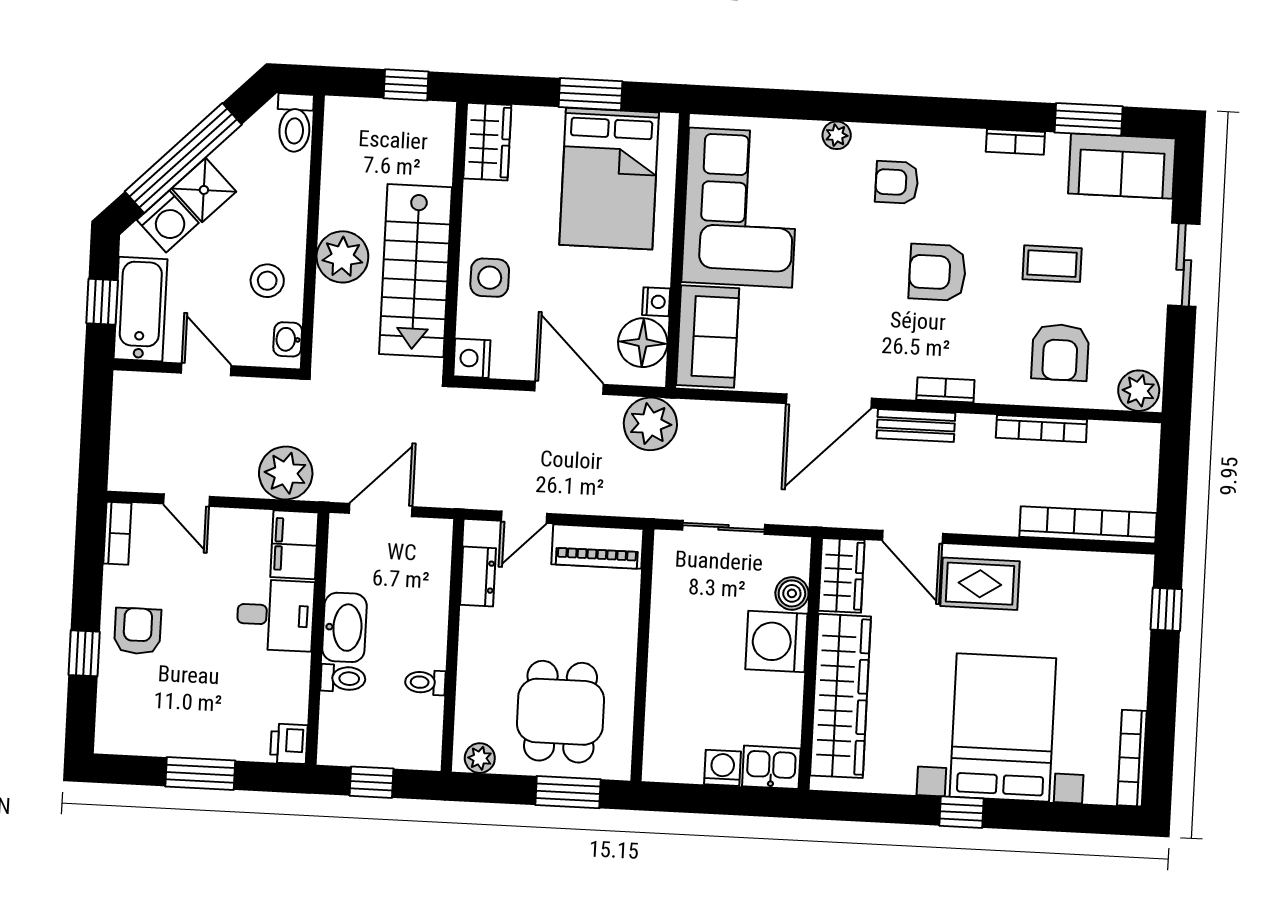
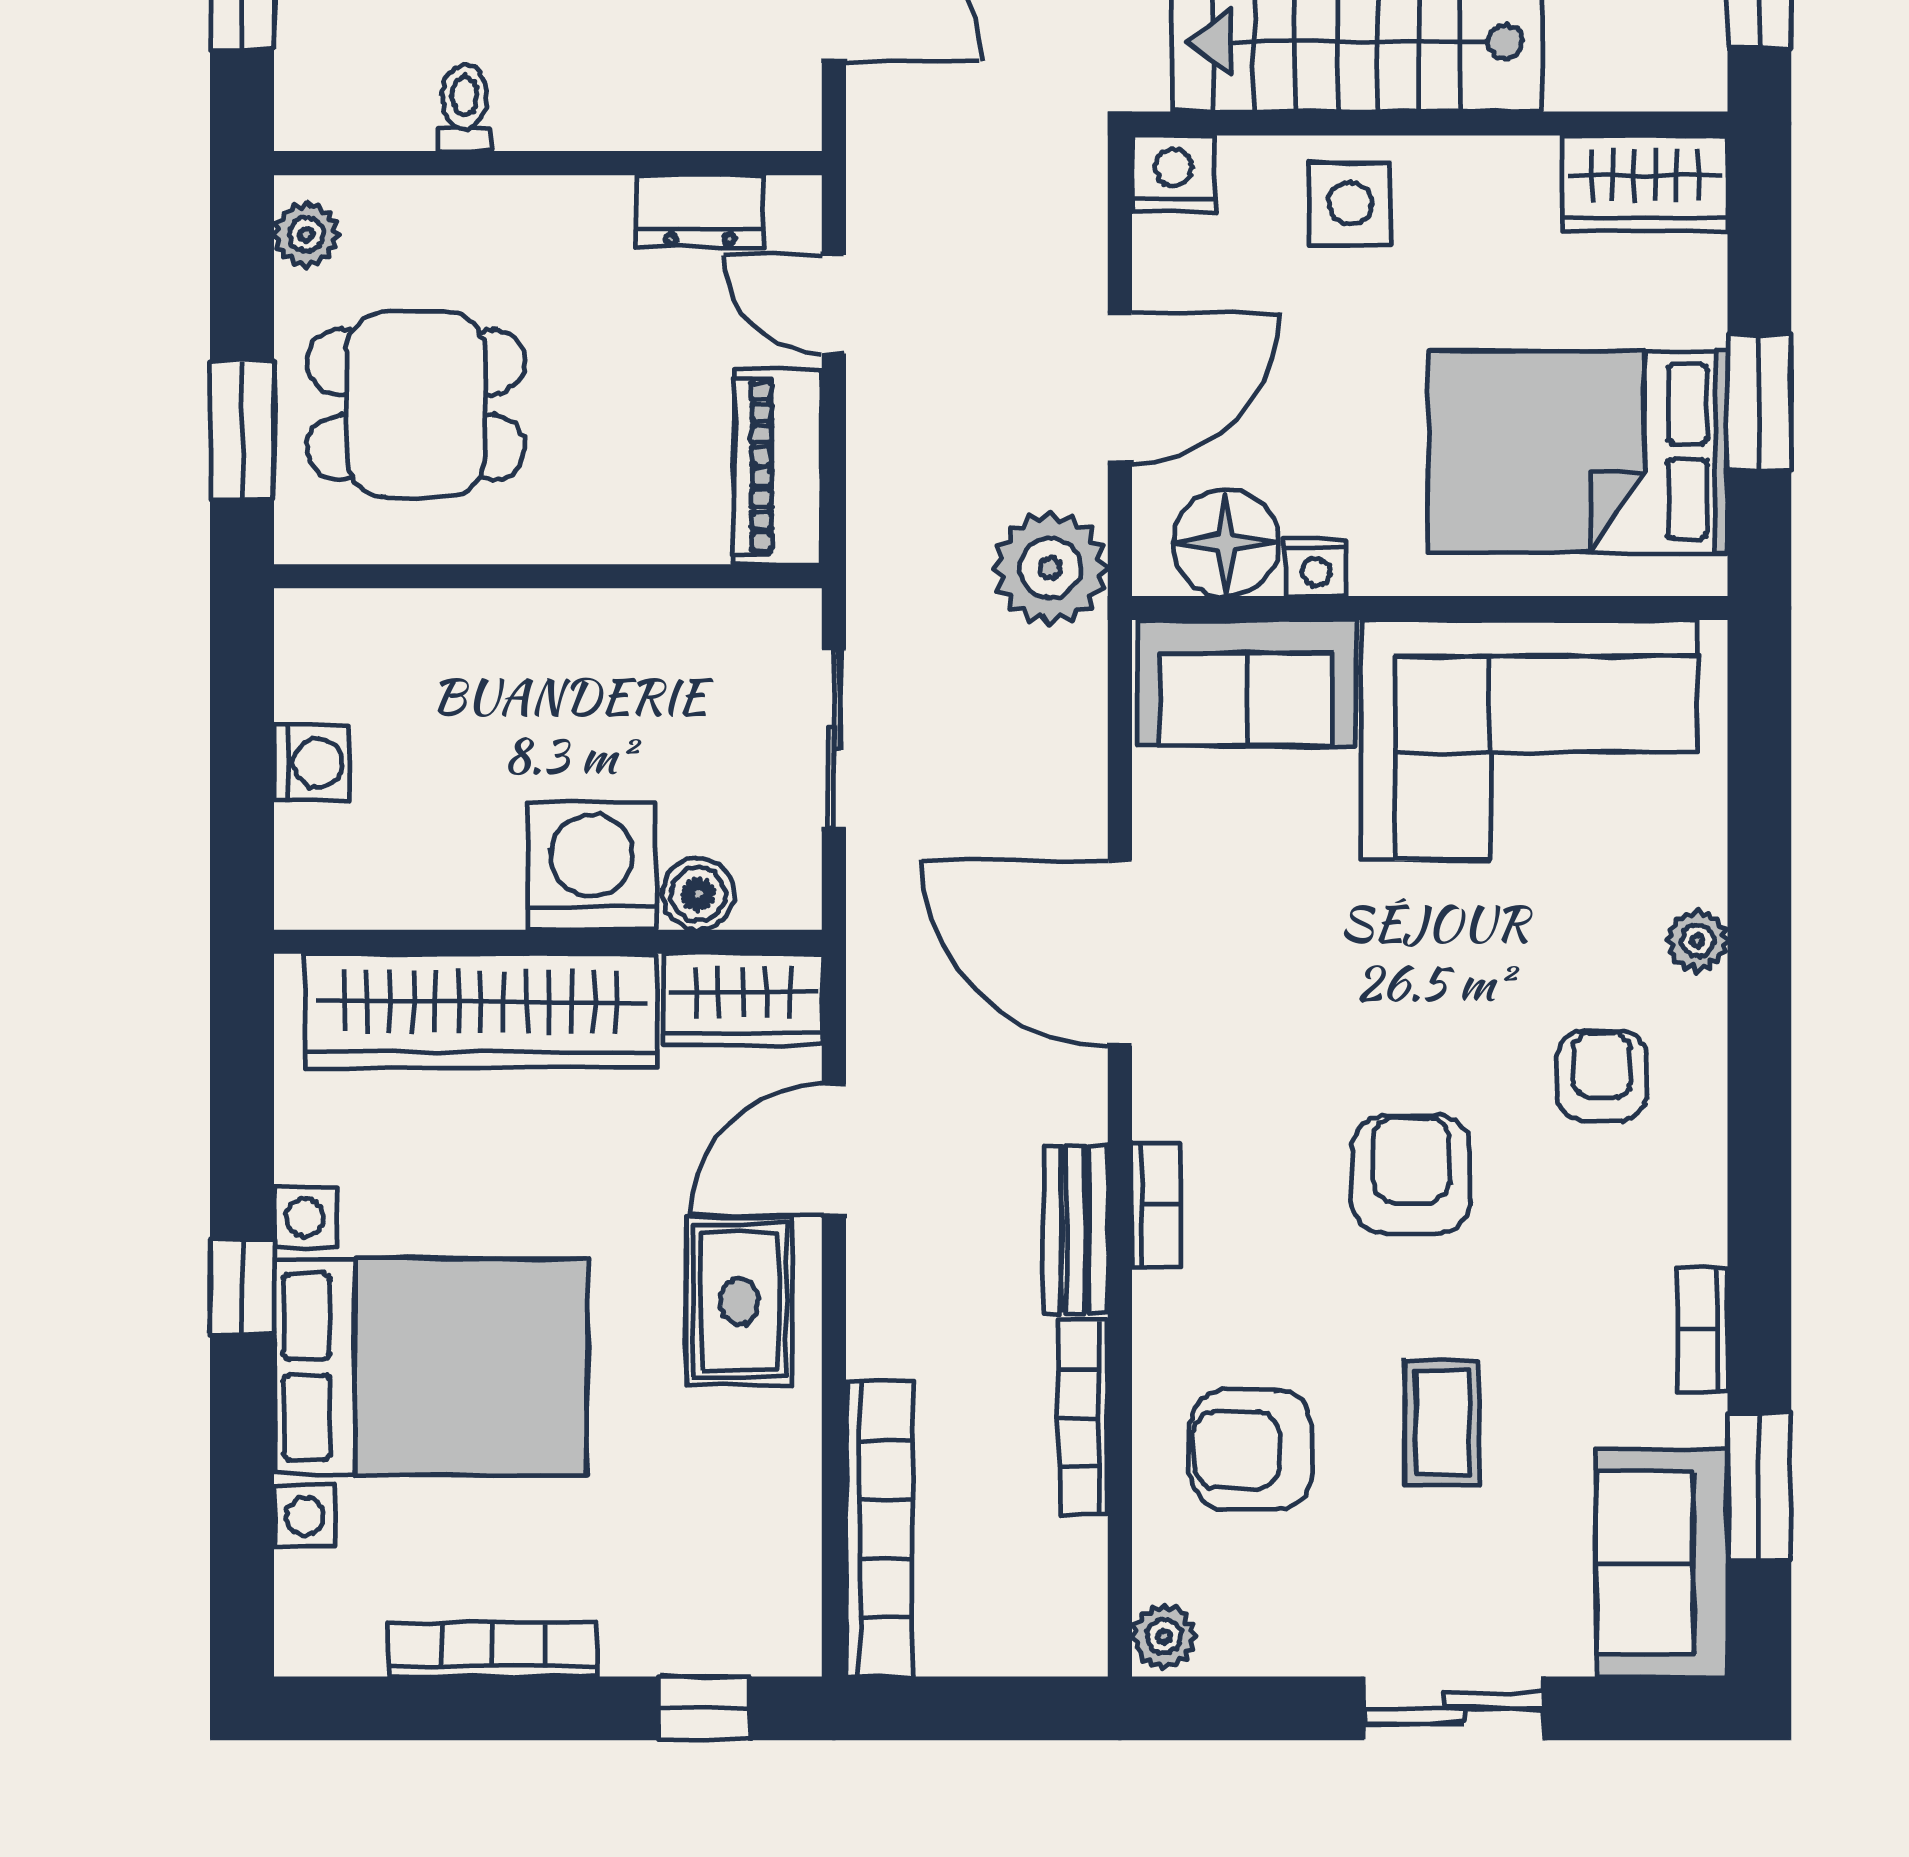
plant: (1139, 391) -> (1164, 1637), width x0.73, depth x0.73
bench: (916, 426) -> (1076, 1230), moved
bookcase: (1132, 758) -> (493, 1650), moved
kitchen sink: (771, 767) -> (318, 868), removed

